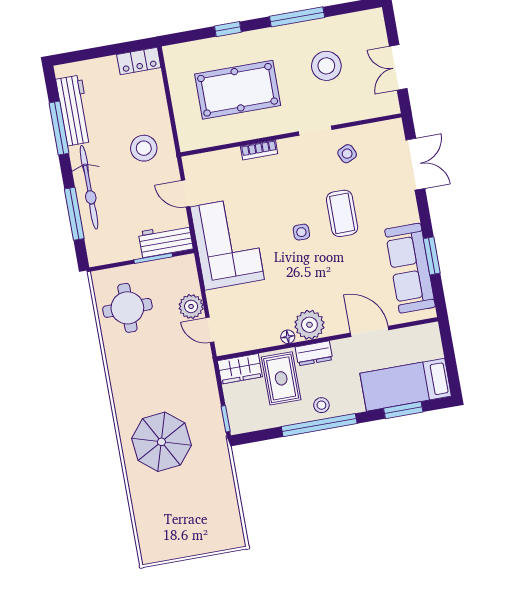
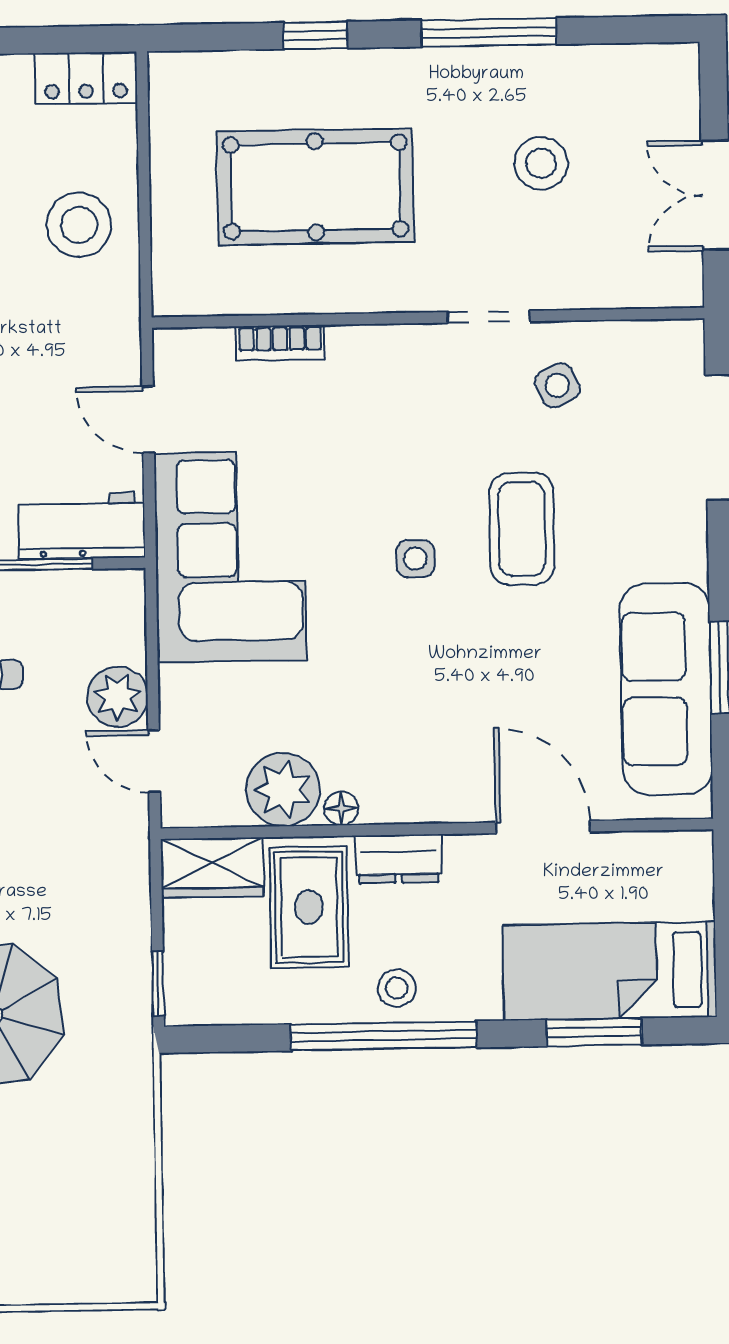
stool: (326, 66) -> (541, 163), width x0.73, depth x0.73
stool: (144, 148) -> (79, 225), moved
bookcase: (259, 150) -> (280, 343), moved
plant: (309, 325) -> (283, 790), moved

